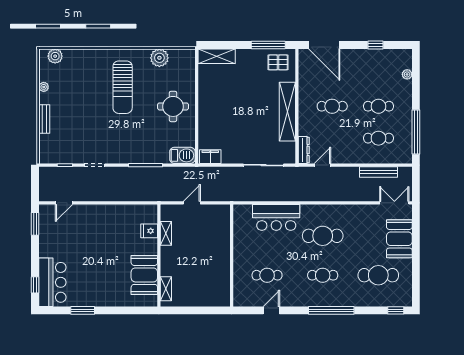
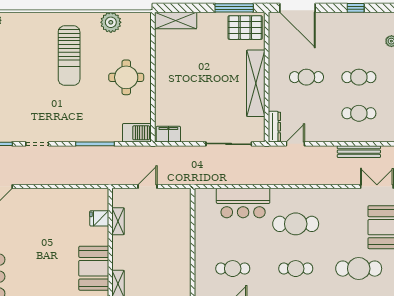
pallet: (278, 62) -> (245, 28), width x1.50, depth x1.42

